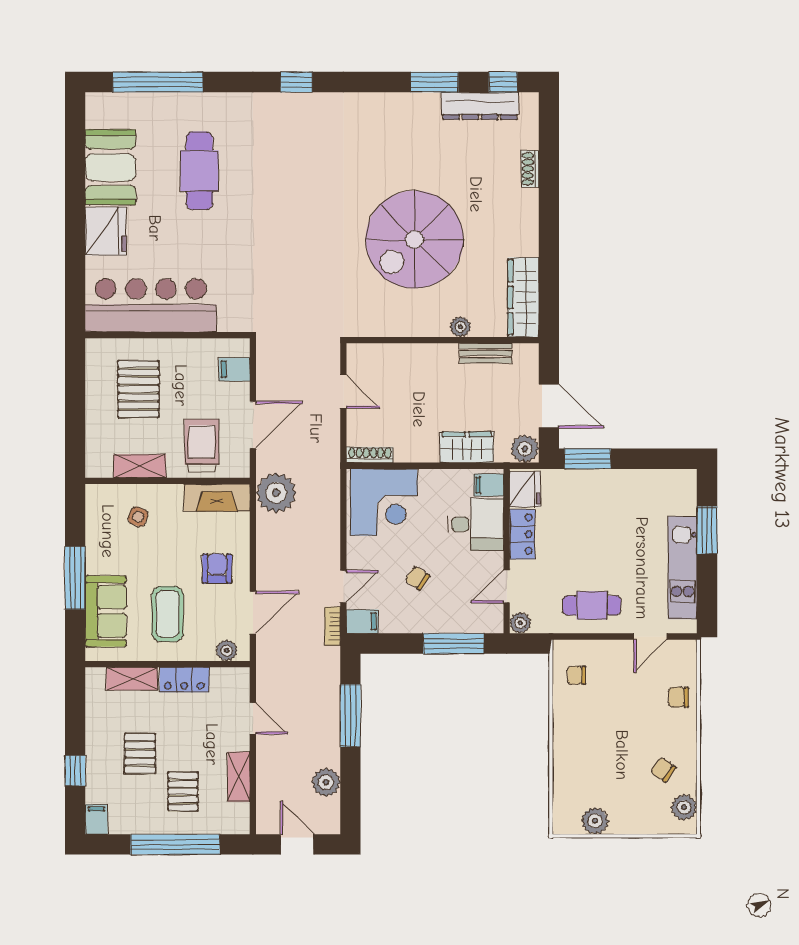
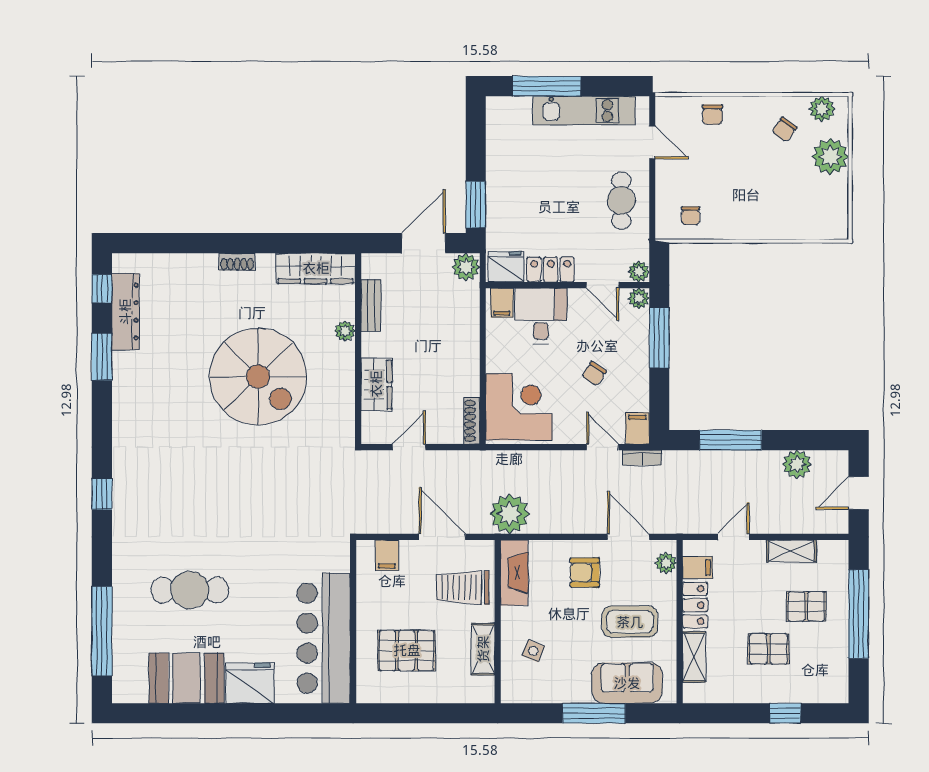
shoe rack: (530, 169) -> (237, 262), moved
wardrobe: (467, 447) -> (376, 384), moved, turned 180
window: (707, 530) -> (547, 86), width x1.44
plant: (493, 623) -> (639, 298), added
filing cabinet: (96, 819) -> (698, 567), moved, turned 180
plant: (595, 821) -> (830, 156), moved, width x1.36, depth x1.36

